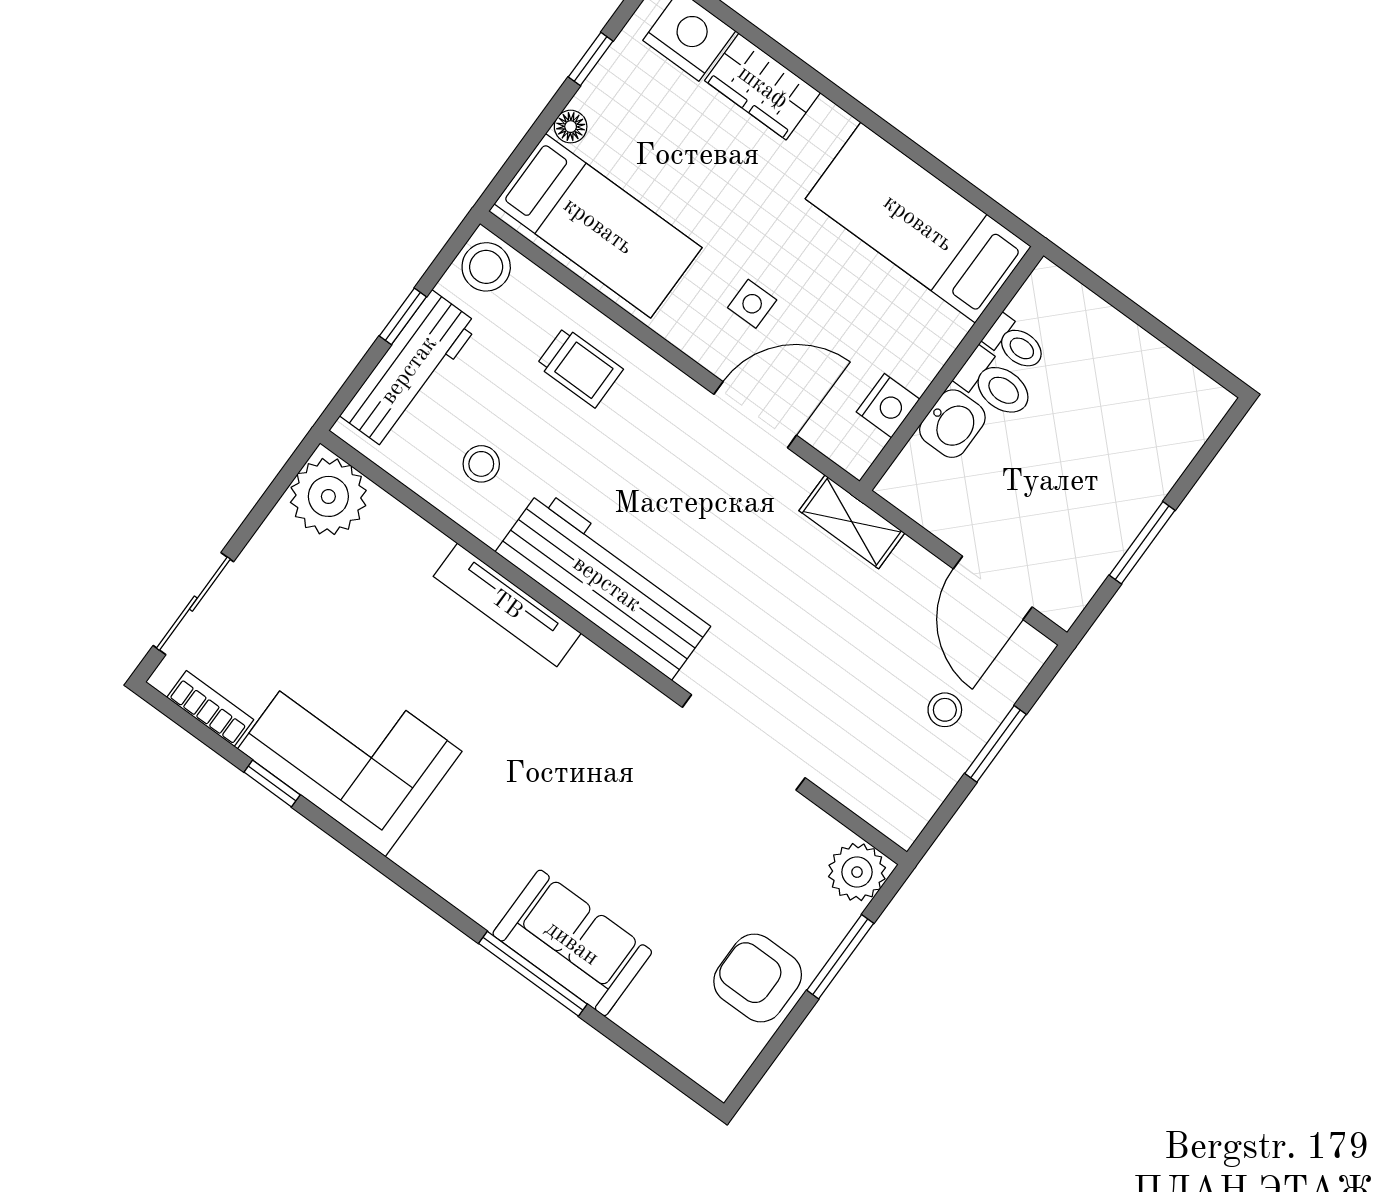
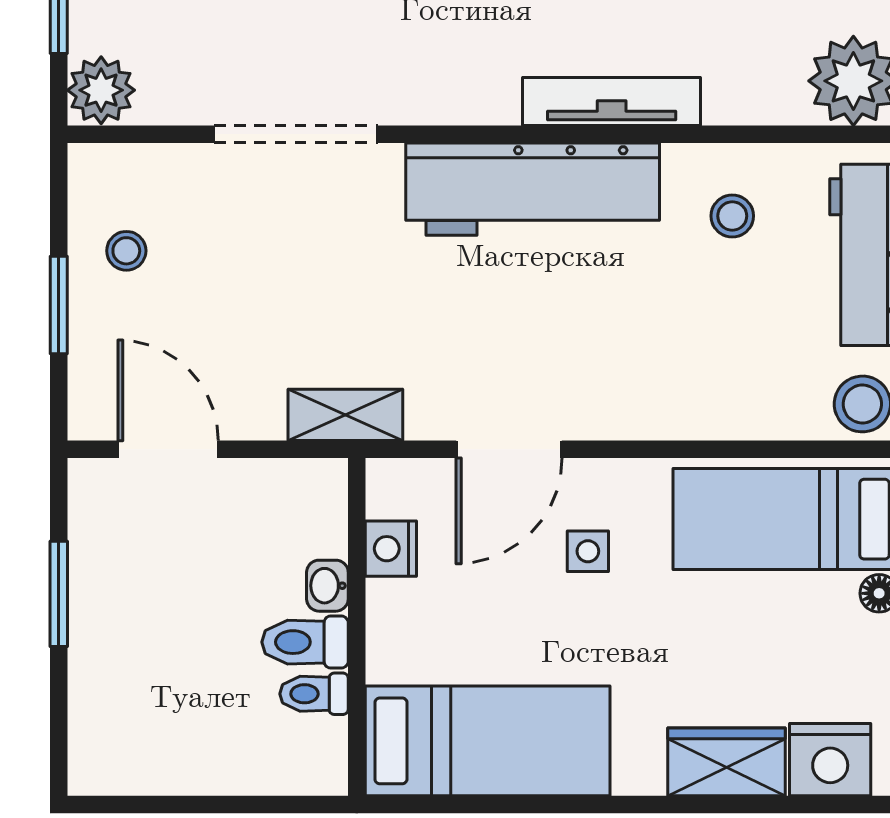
trolley: (580, 367) -> (706, 374), removed
washbasin: (952, 424) -> (327, 586), width x0.72, depth x0.69
stool: (945, 710) -> (126, 251), moved

